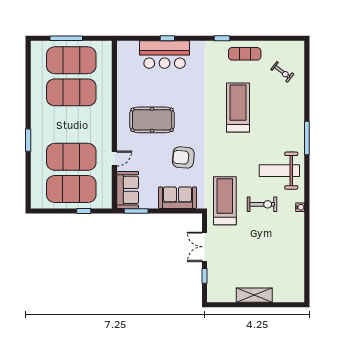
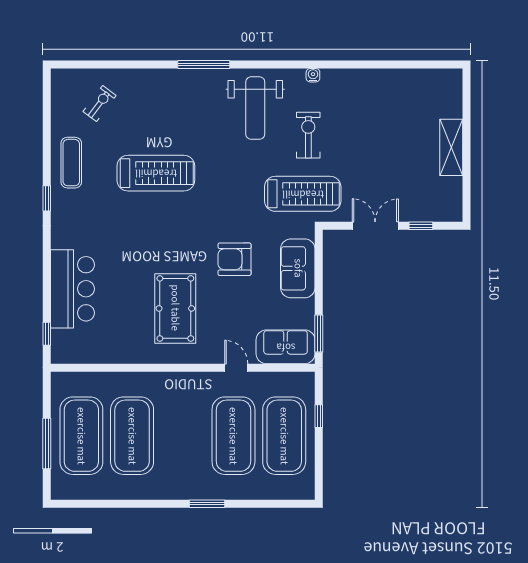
window: (167, 38) -> (47, 334), moved
treadmill: (238, 108) -> (156, 173), turned 180
armchair: (183, 157) -> (235, 259), turned 85
treadmill: (225, 201) -> (303, 194), turned 180
double door: (205, 247) -> (375, 226), swing flipped

